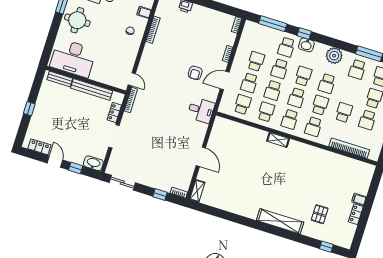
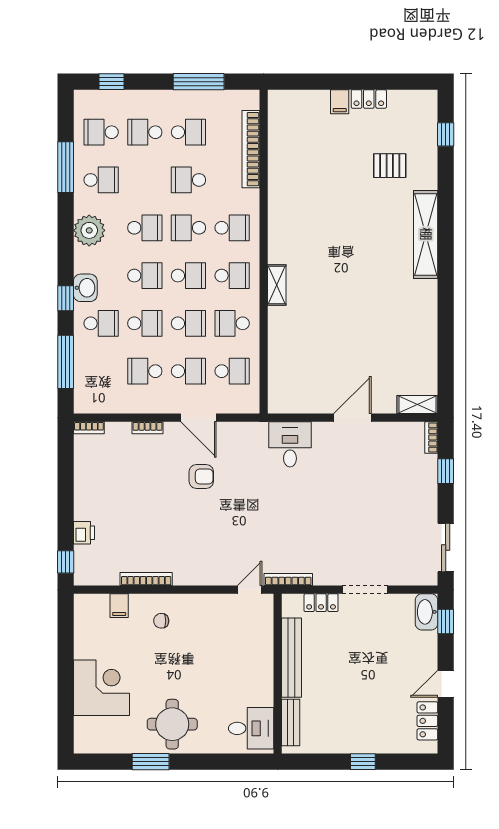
desk: (73, 58) -> (251, 728), width x0.53, depth x0.77
school desk: (303, 76) -> (145, 276), turned 180
school desk: (242, 104) -> (232, 371), turned 180
desk: (201, 110) -> (290, 444), moved
window: (76, 168) -> (446, 621), moved

